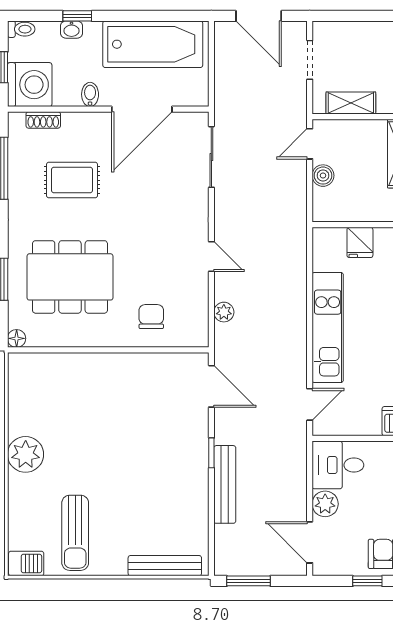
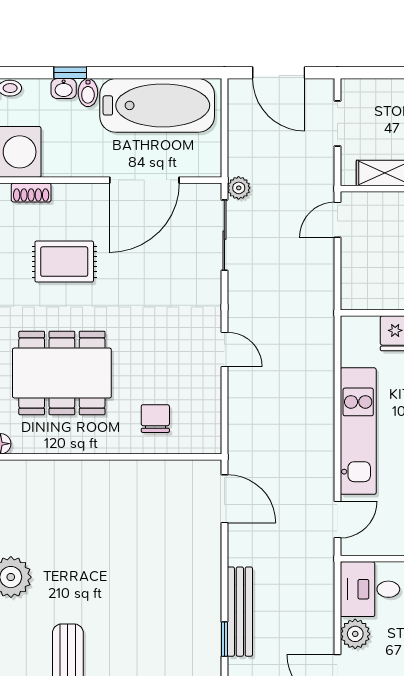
bidet: (90, 94) -> (88, 93), moved, turned 180
boiler: (323, 176) -> (353, 256), removed
plant: (224, 312) -> (239, 188), moved
window: (211, 453) -> (224, 639), moved

